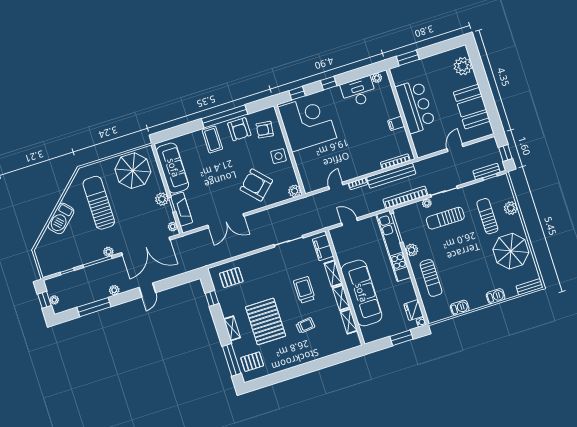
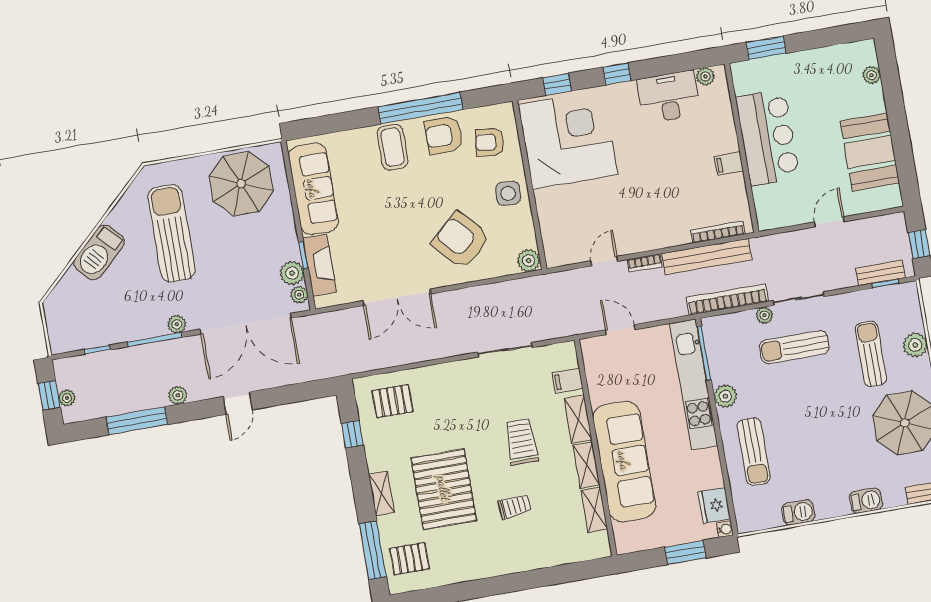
plant: (463, 66) -> (872, 75), width x0.53, depth x0.53
armchair: (239, 129) -> (444, 135), turned 90
plant: (162, 199) -> (292, 273), moved
filing cabinet: (323, 248) -> (568, 381), width x0.50

